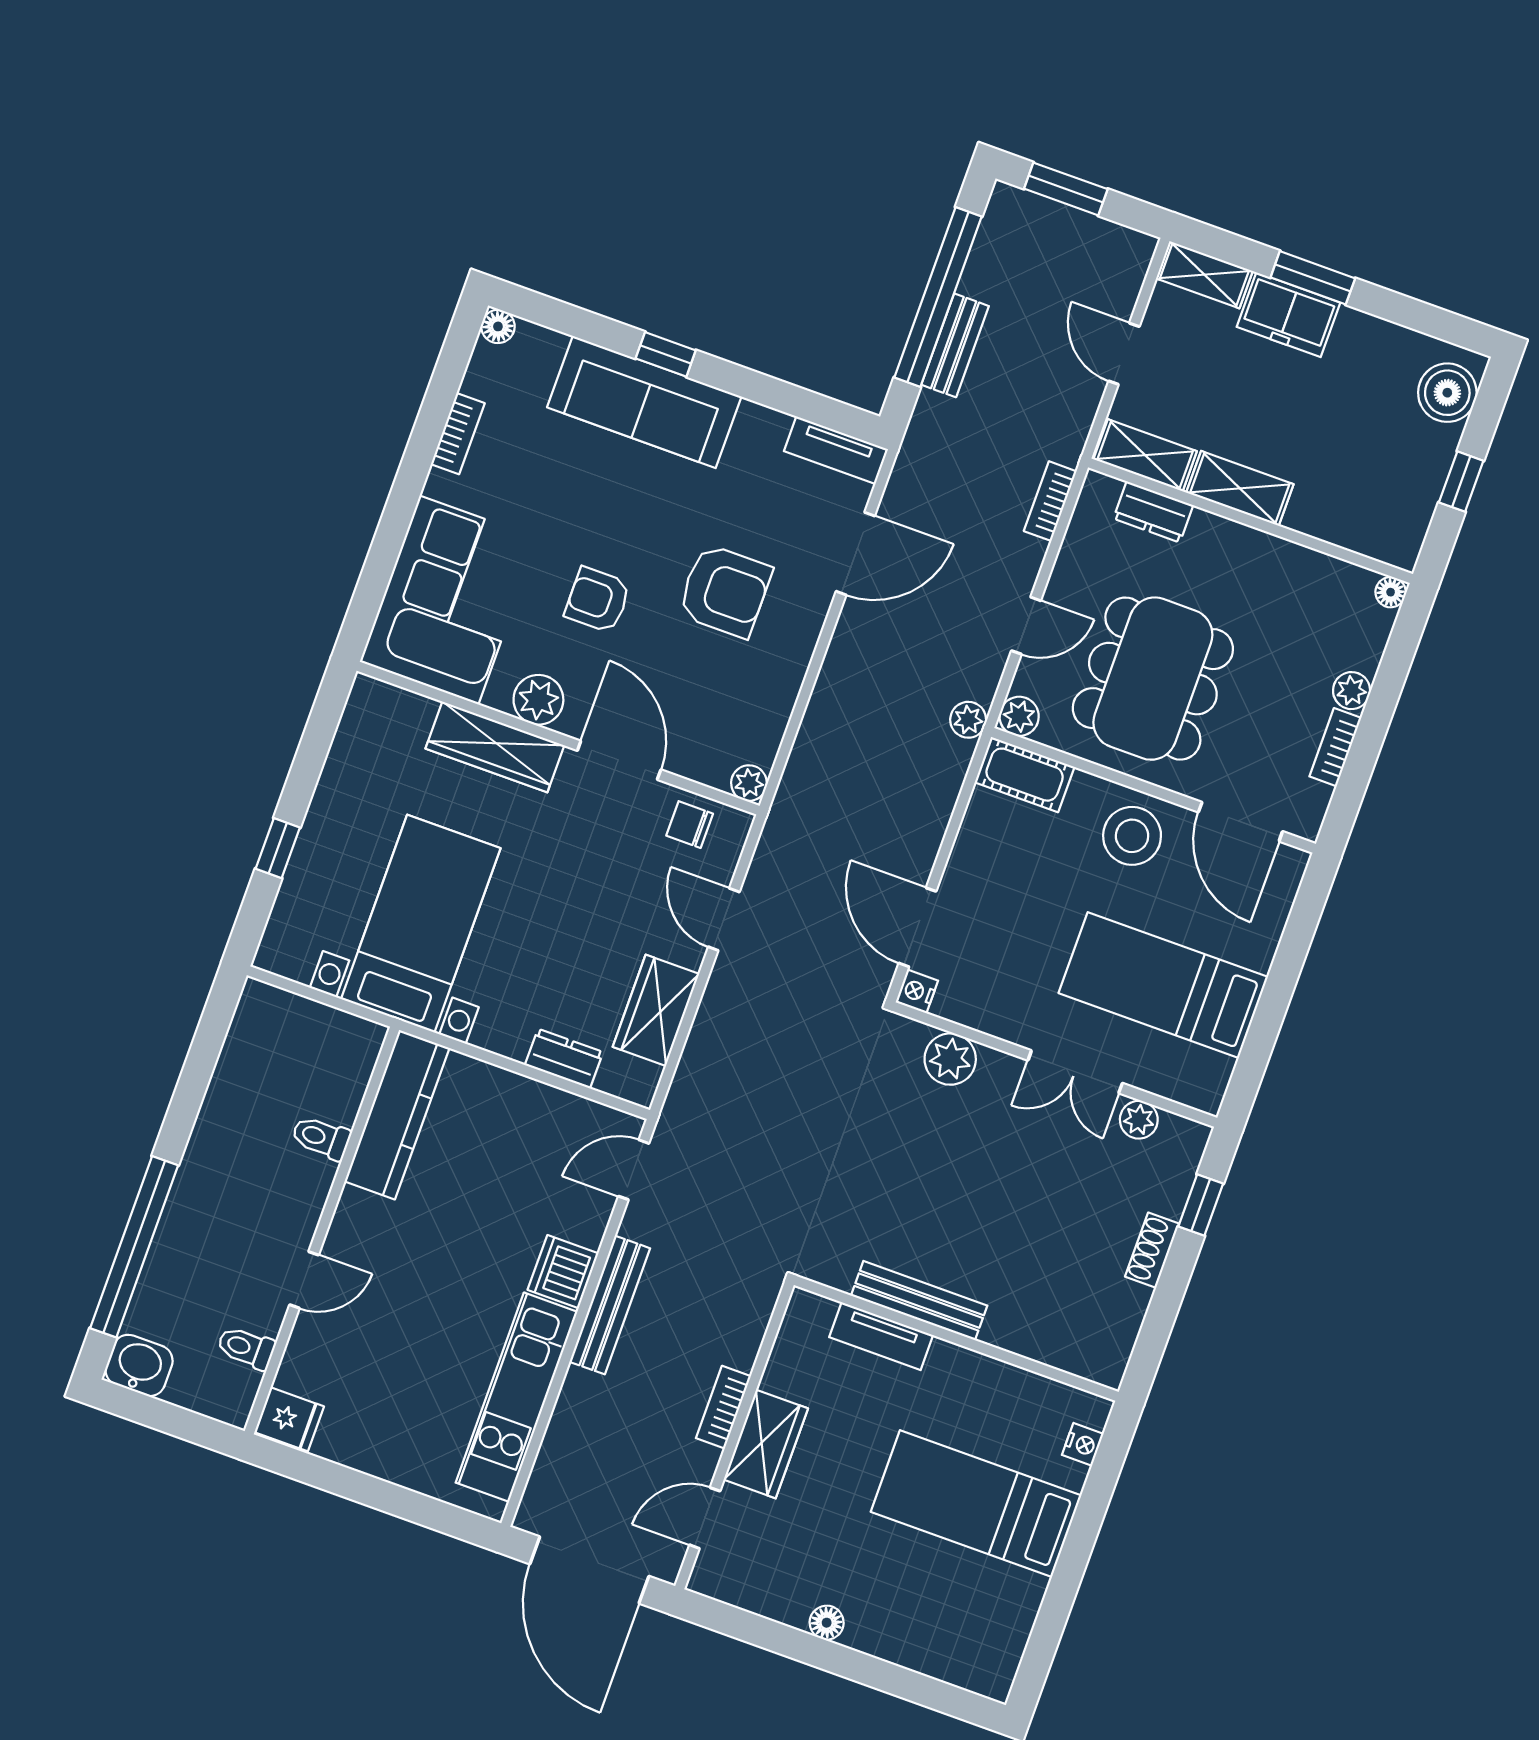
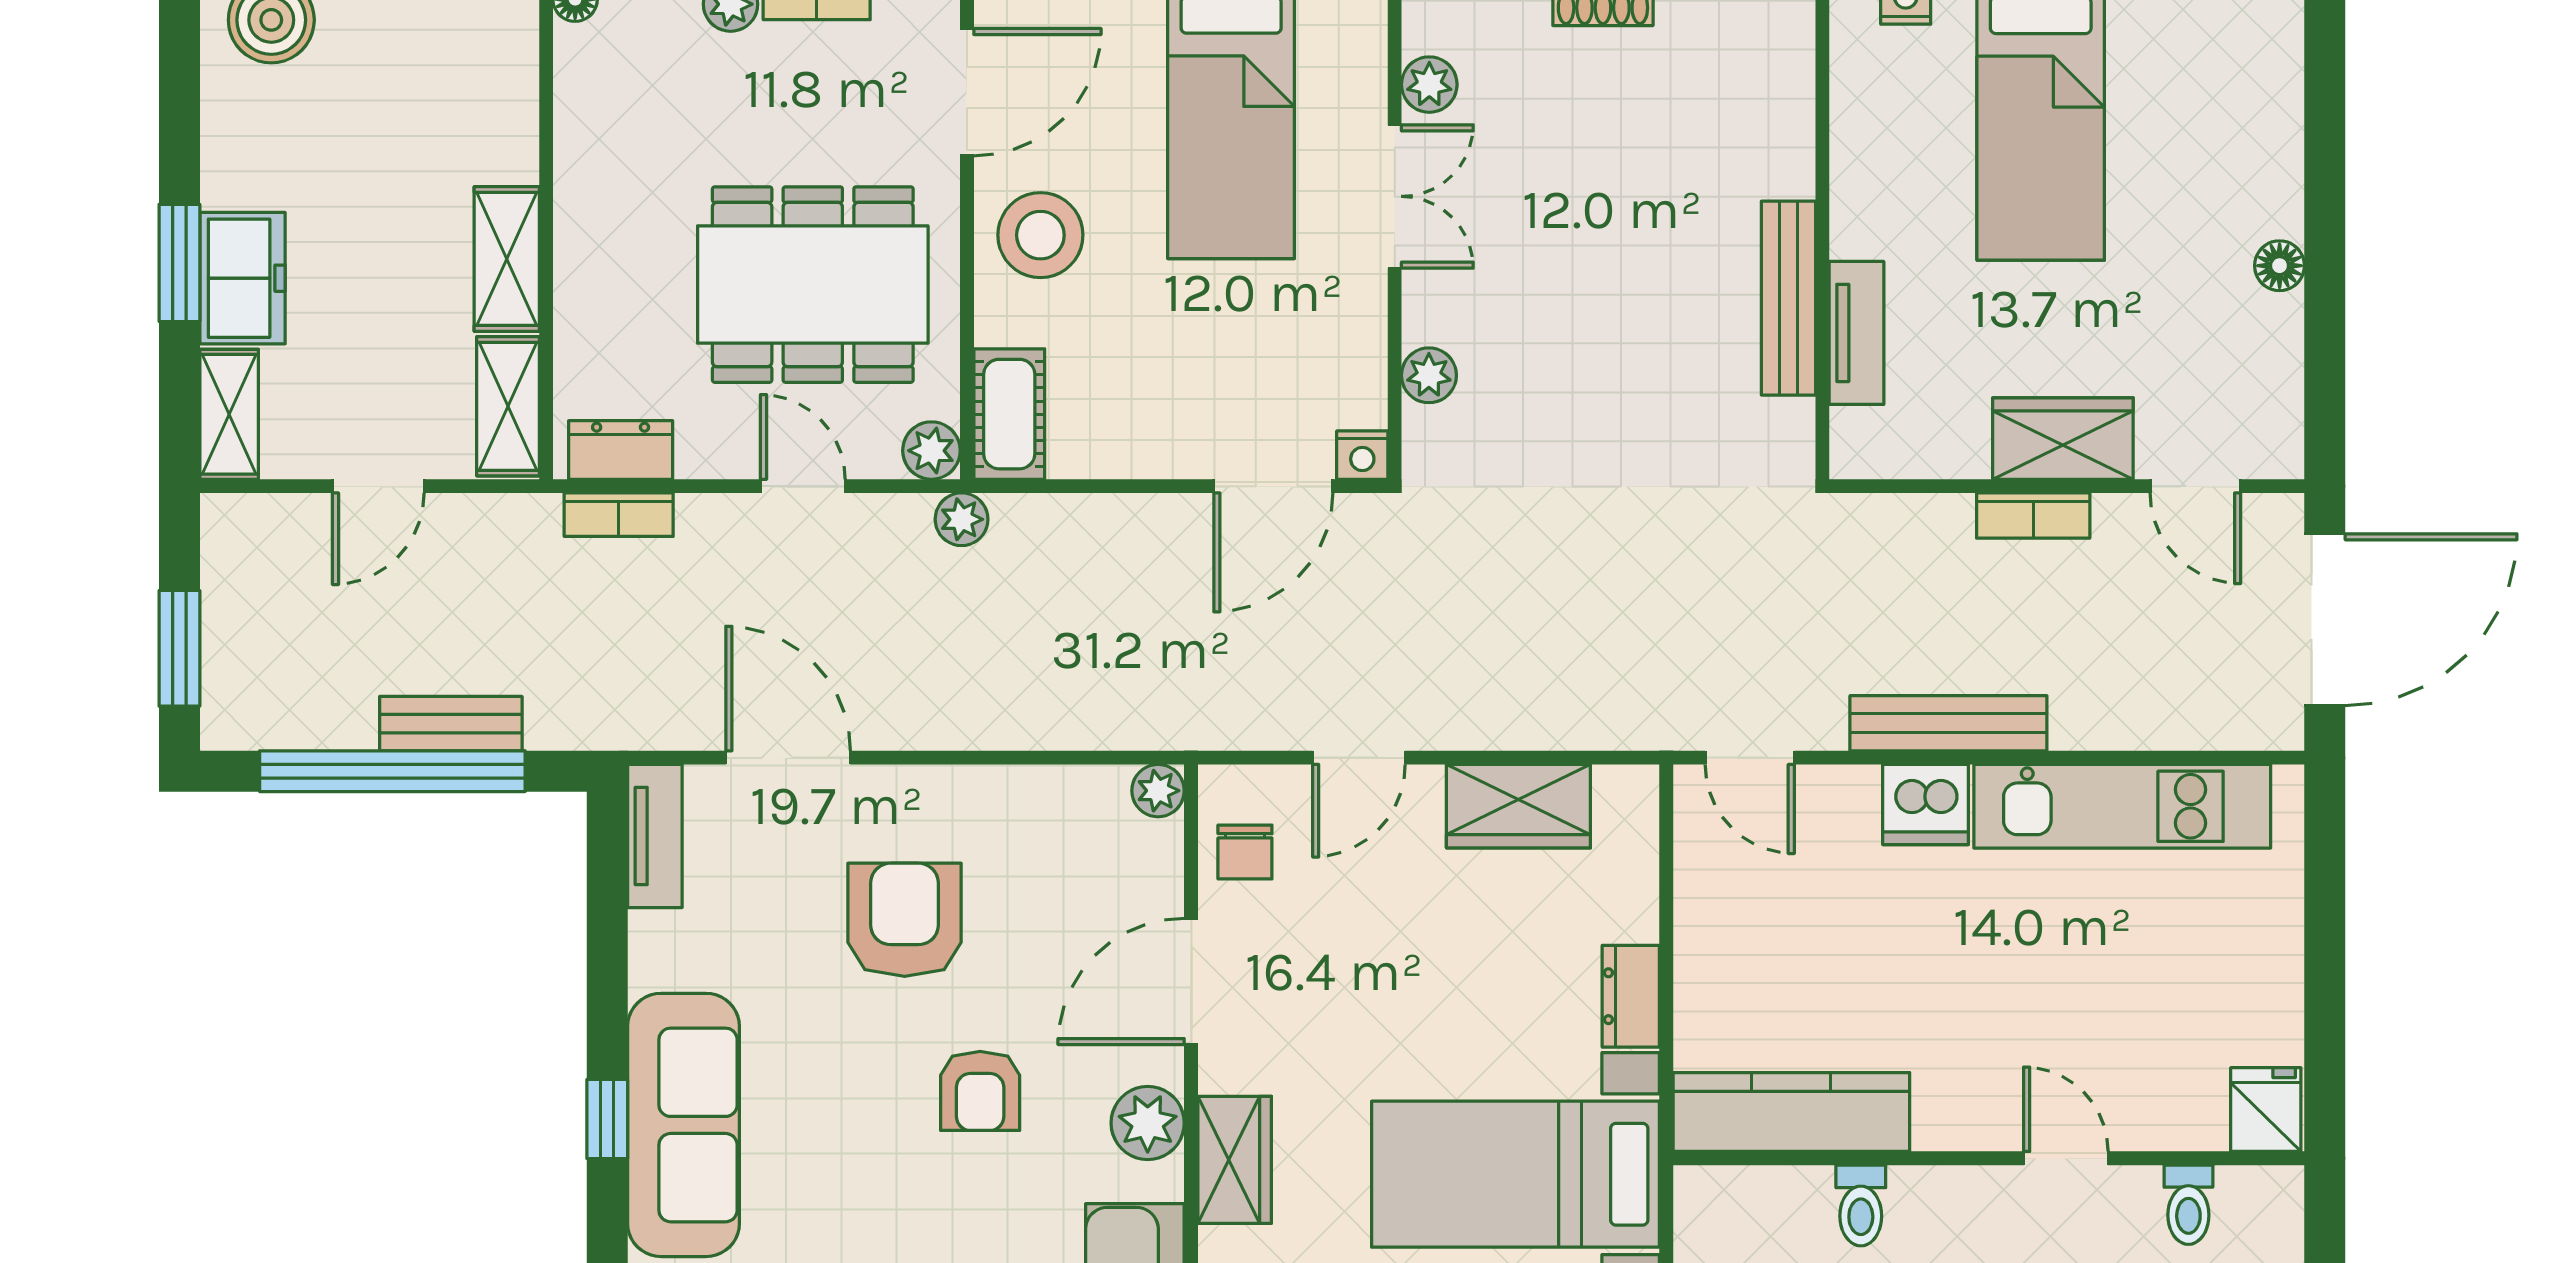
dresser: (1153, 512) -> (621, 450), moved, turned -90
wardrobe: (495, 747) -> (1235, 1160), width x0.67
dresser: (564, 1059) -> (1631, 996), moved
plant: (950, 1059) -> (1429, 375), width x0.73, depth x0.73

